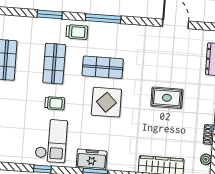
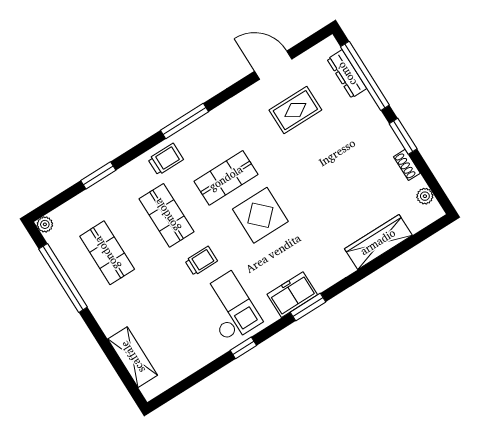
window: (50, 14) -> (98, 175), moved
rug: (167, 98) -> (295, 110), moved

